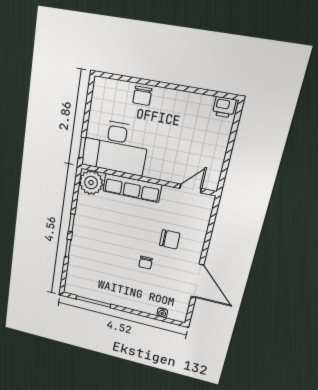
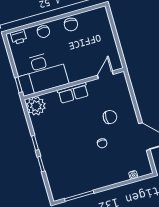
chair: (181, 103) -> (71, 24), added
printer: (224, 107) -> (19, 37), moved
row of seats: (132, 188) -> (73, 93), width x0.68

